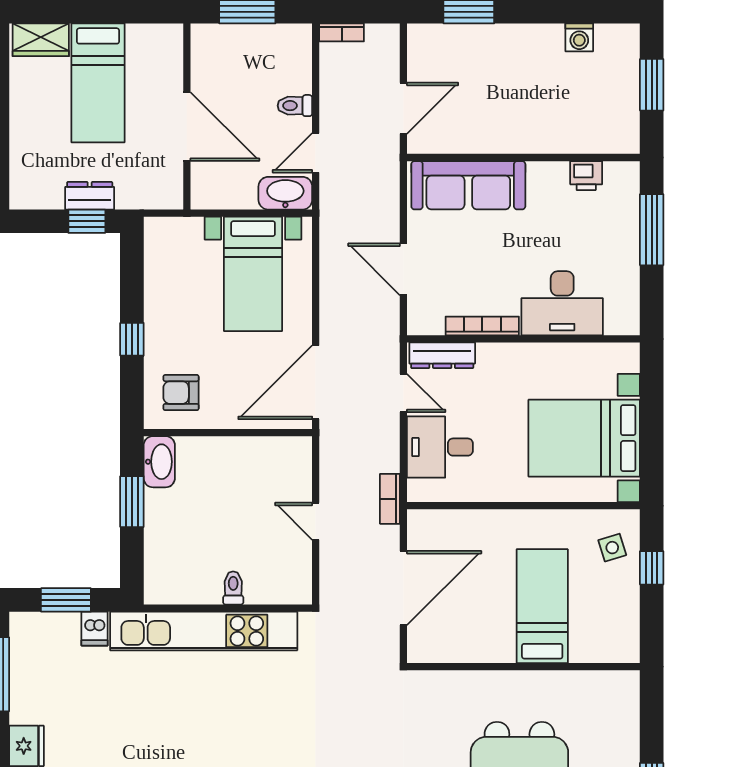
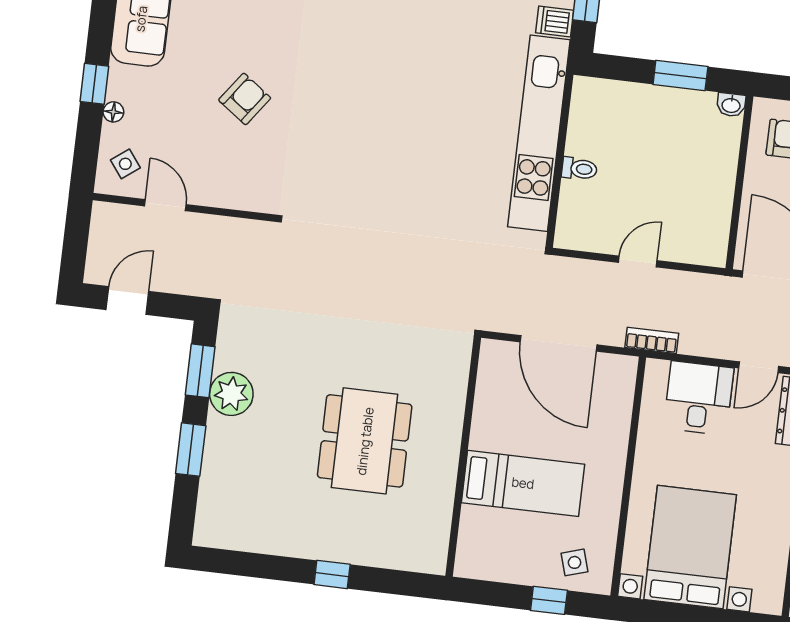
washbasin: (159, 462) -> (731, 105), width x0.52, depth x0.69

